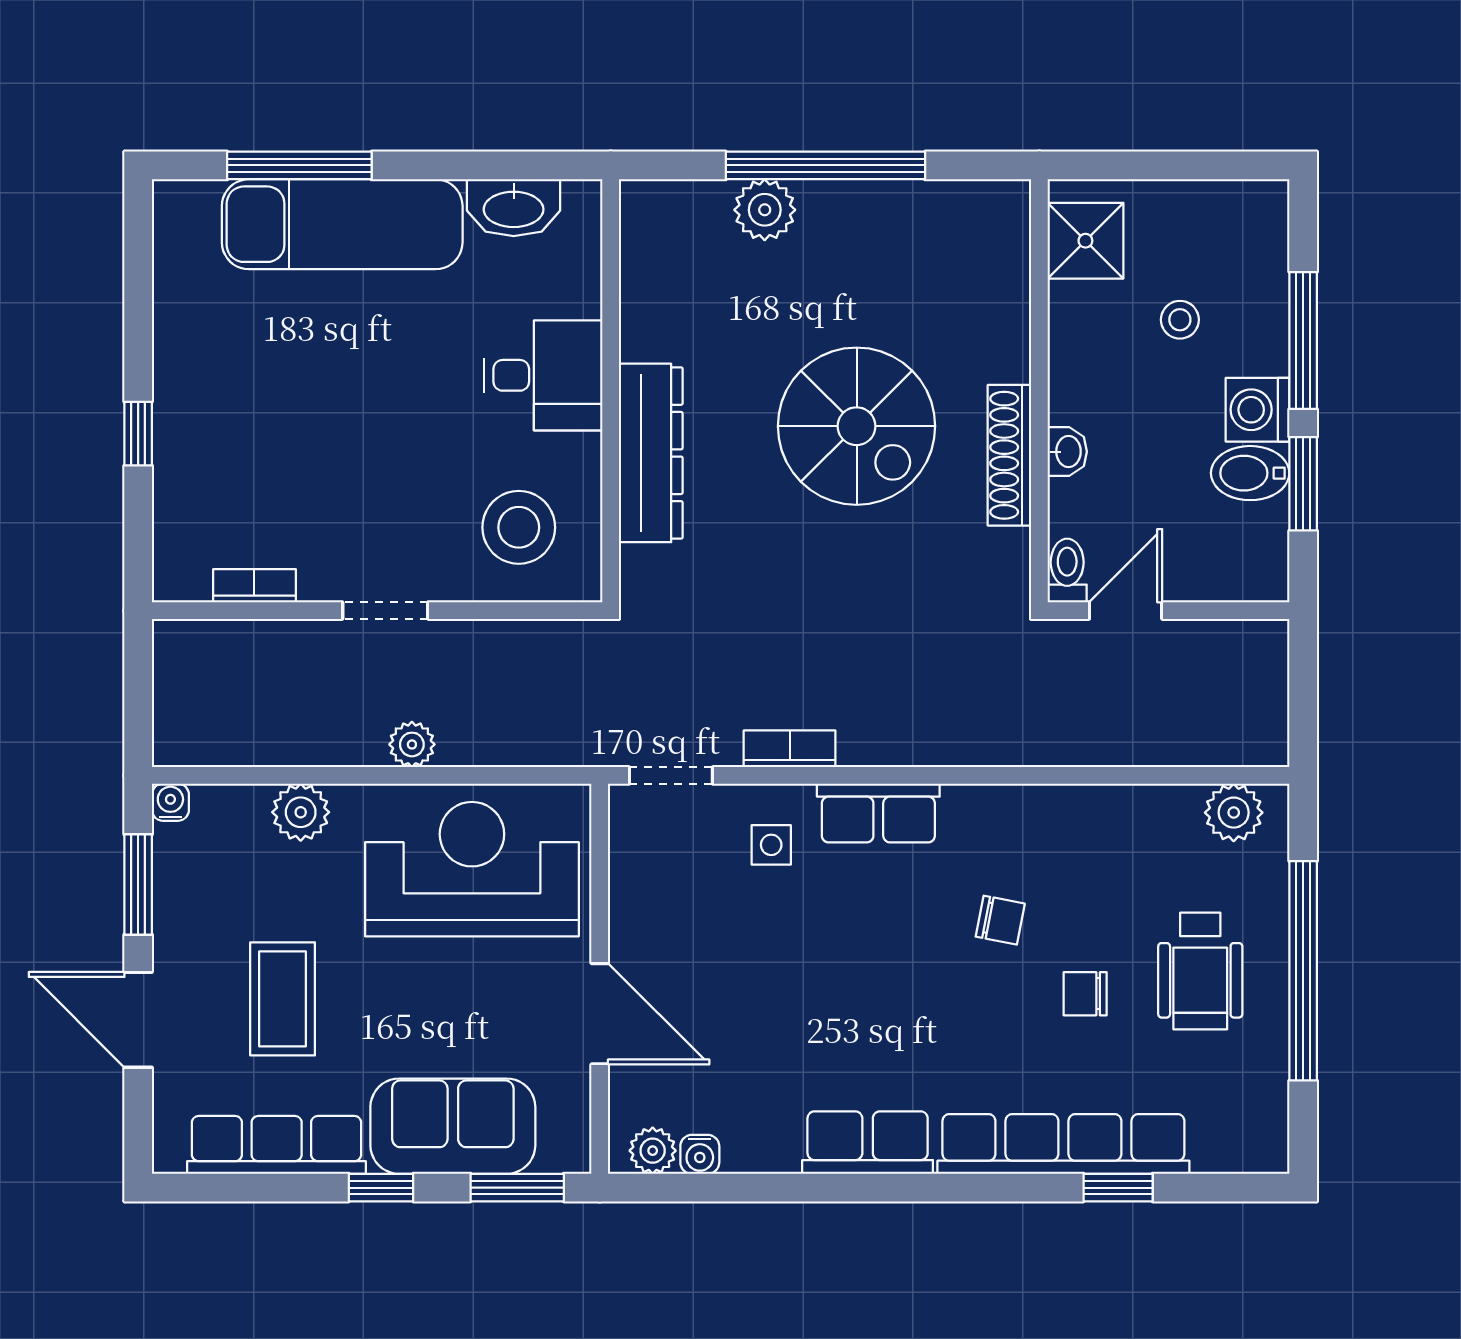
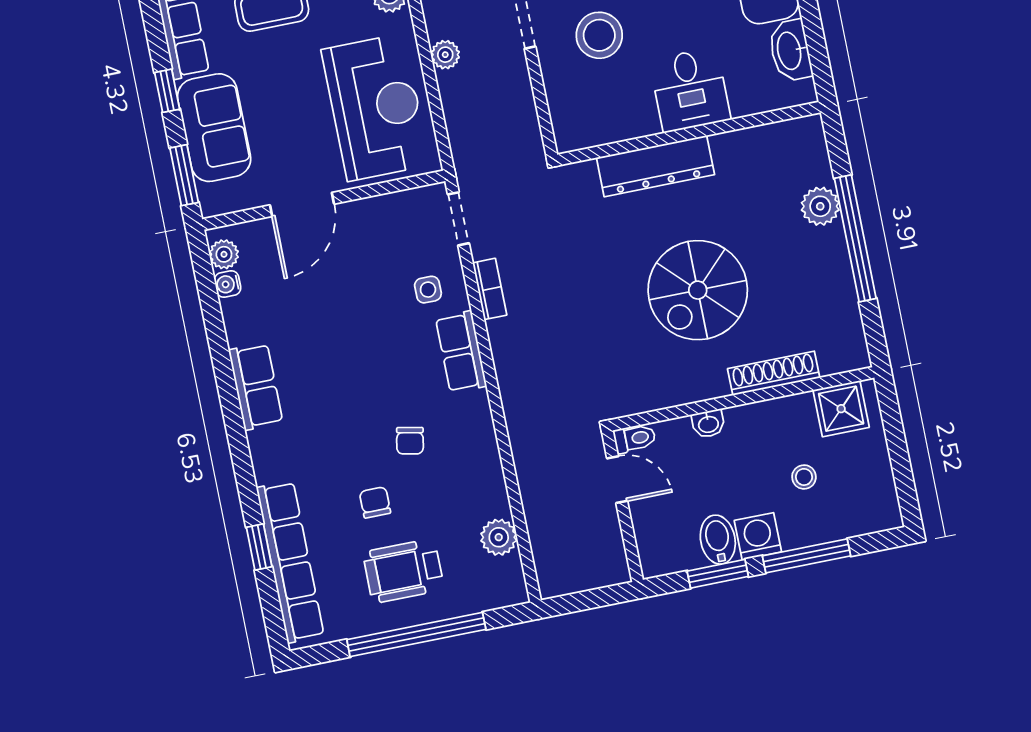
shoe rack: (1009, 455) -> (774, 373), moved
stool: (519, 527) -> (599, 35), moved
plant: (1234, 813) -> (499, 537), moved
row of seats: (1063, 1144) -> (290, 562), moved

